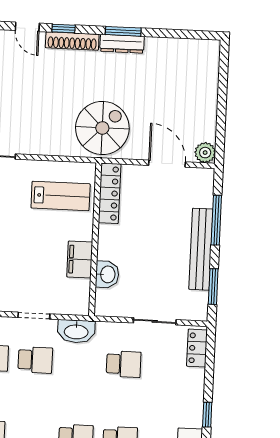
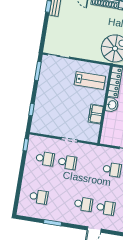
washbasin: (107, 274) -> (112, 105), moved
washbasin: (76, 331) -> (90, 150), removed

